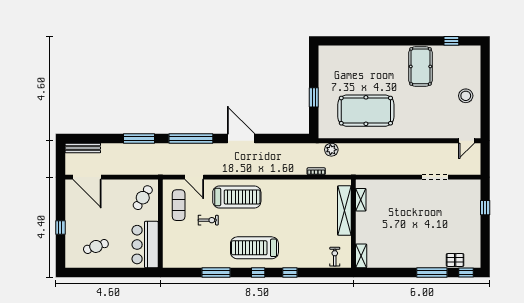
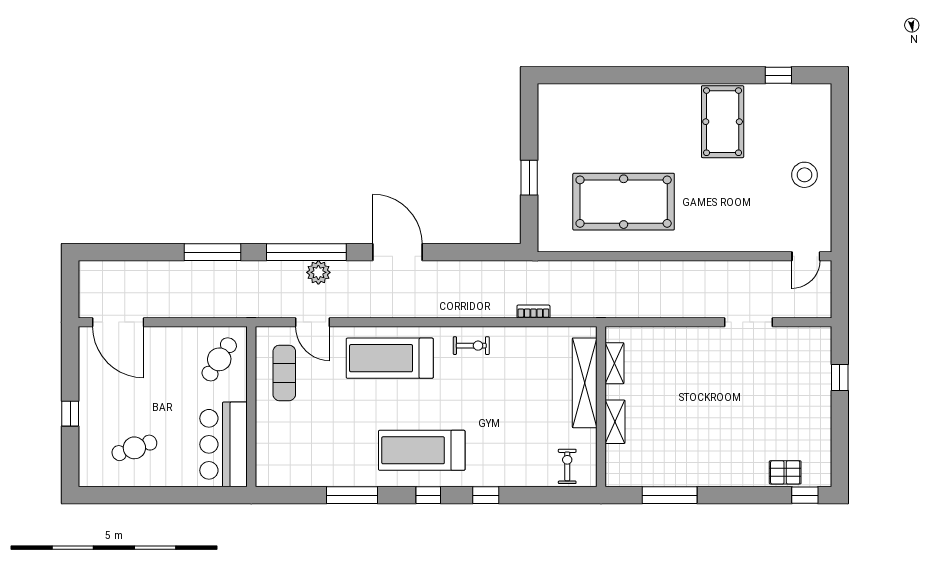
bench: (83, 148) -> (110, 269), removed
plant: (331, 150) -> (318, 272), moved
treadmill: (237, 197) -> (390, 358), turned 180
exercise bike: (208, 220) -> (471, 346), moved
shelving: (361, 256) -> (615, 422), moved
window: (432, 272) -> (670, 495), moved

